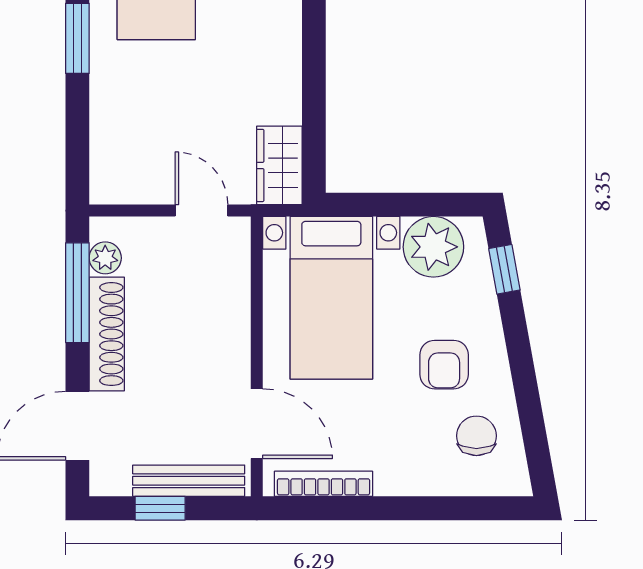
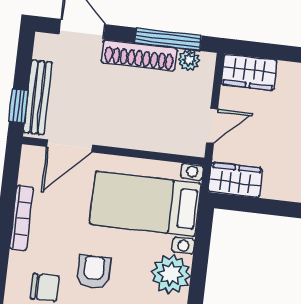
wardrobe: (113, 164) -> (249, 72), added
armchair: (444, 365) -> (94, 272), turned 90
bookcase: (324, 484) -> (22, 218), moved
window: (160, 508) -> (19, 106), moved

